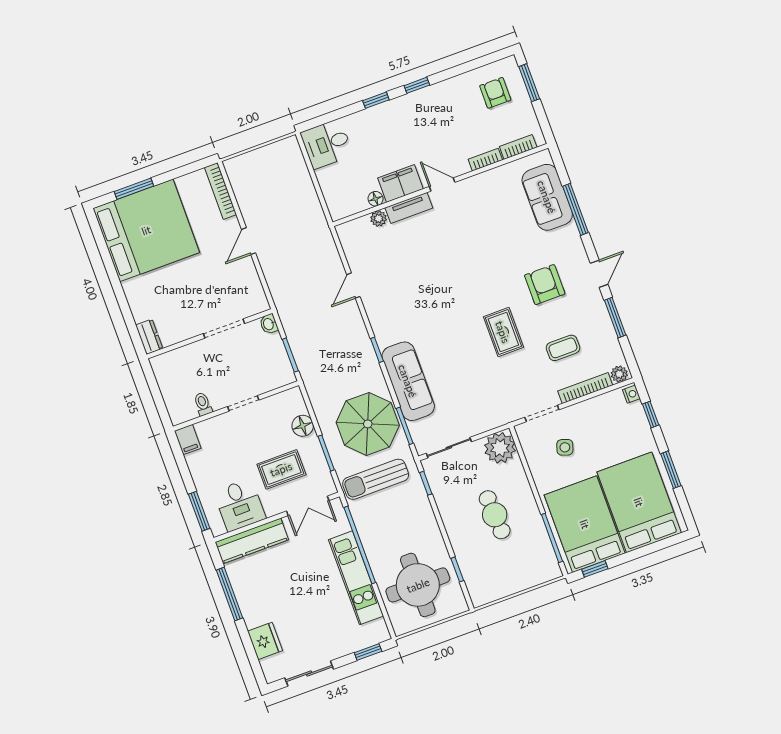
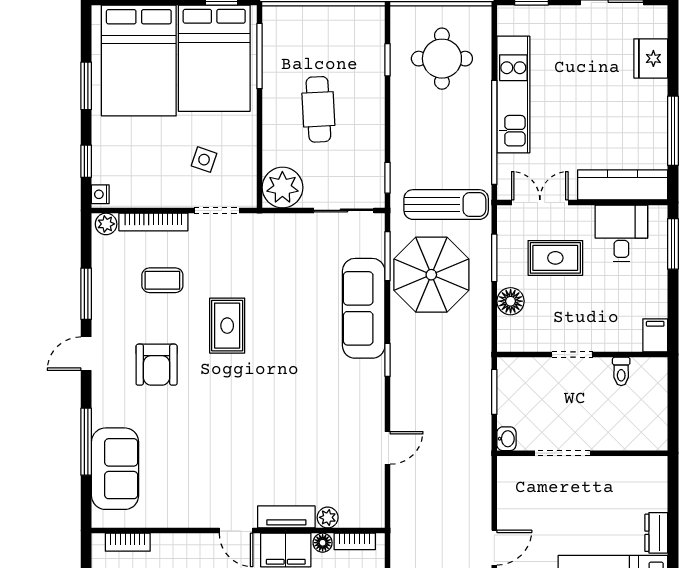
bookcase: (485, 160) -> (355, 541), moved
dresser: (149, 337) -> (656, 533), moved
round table: (418, 585) -> (442, 59), width x0.73, depth x0.73

